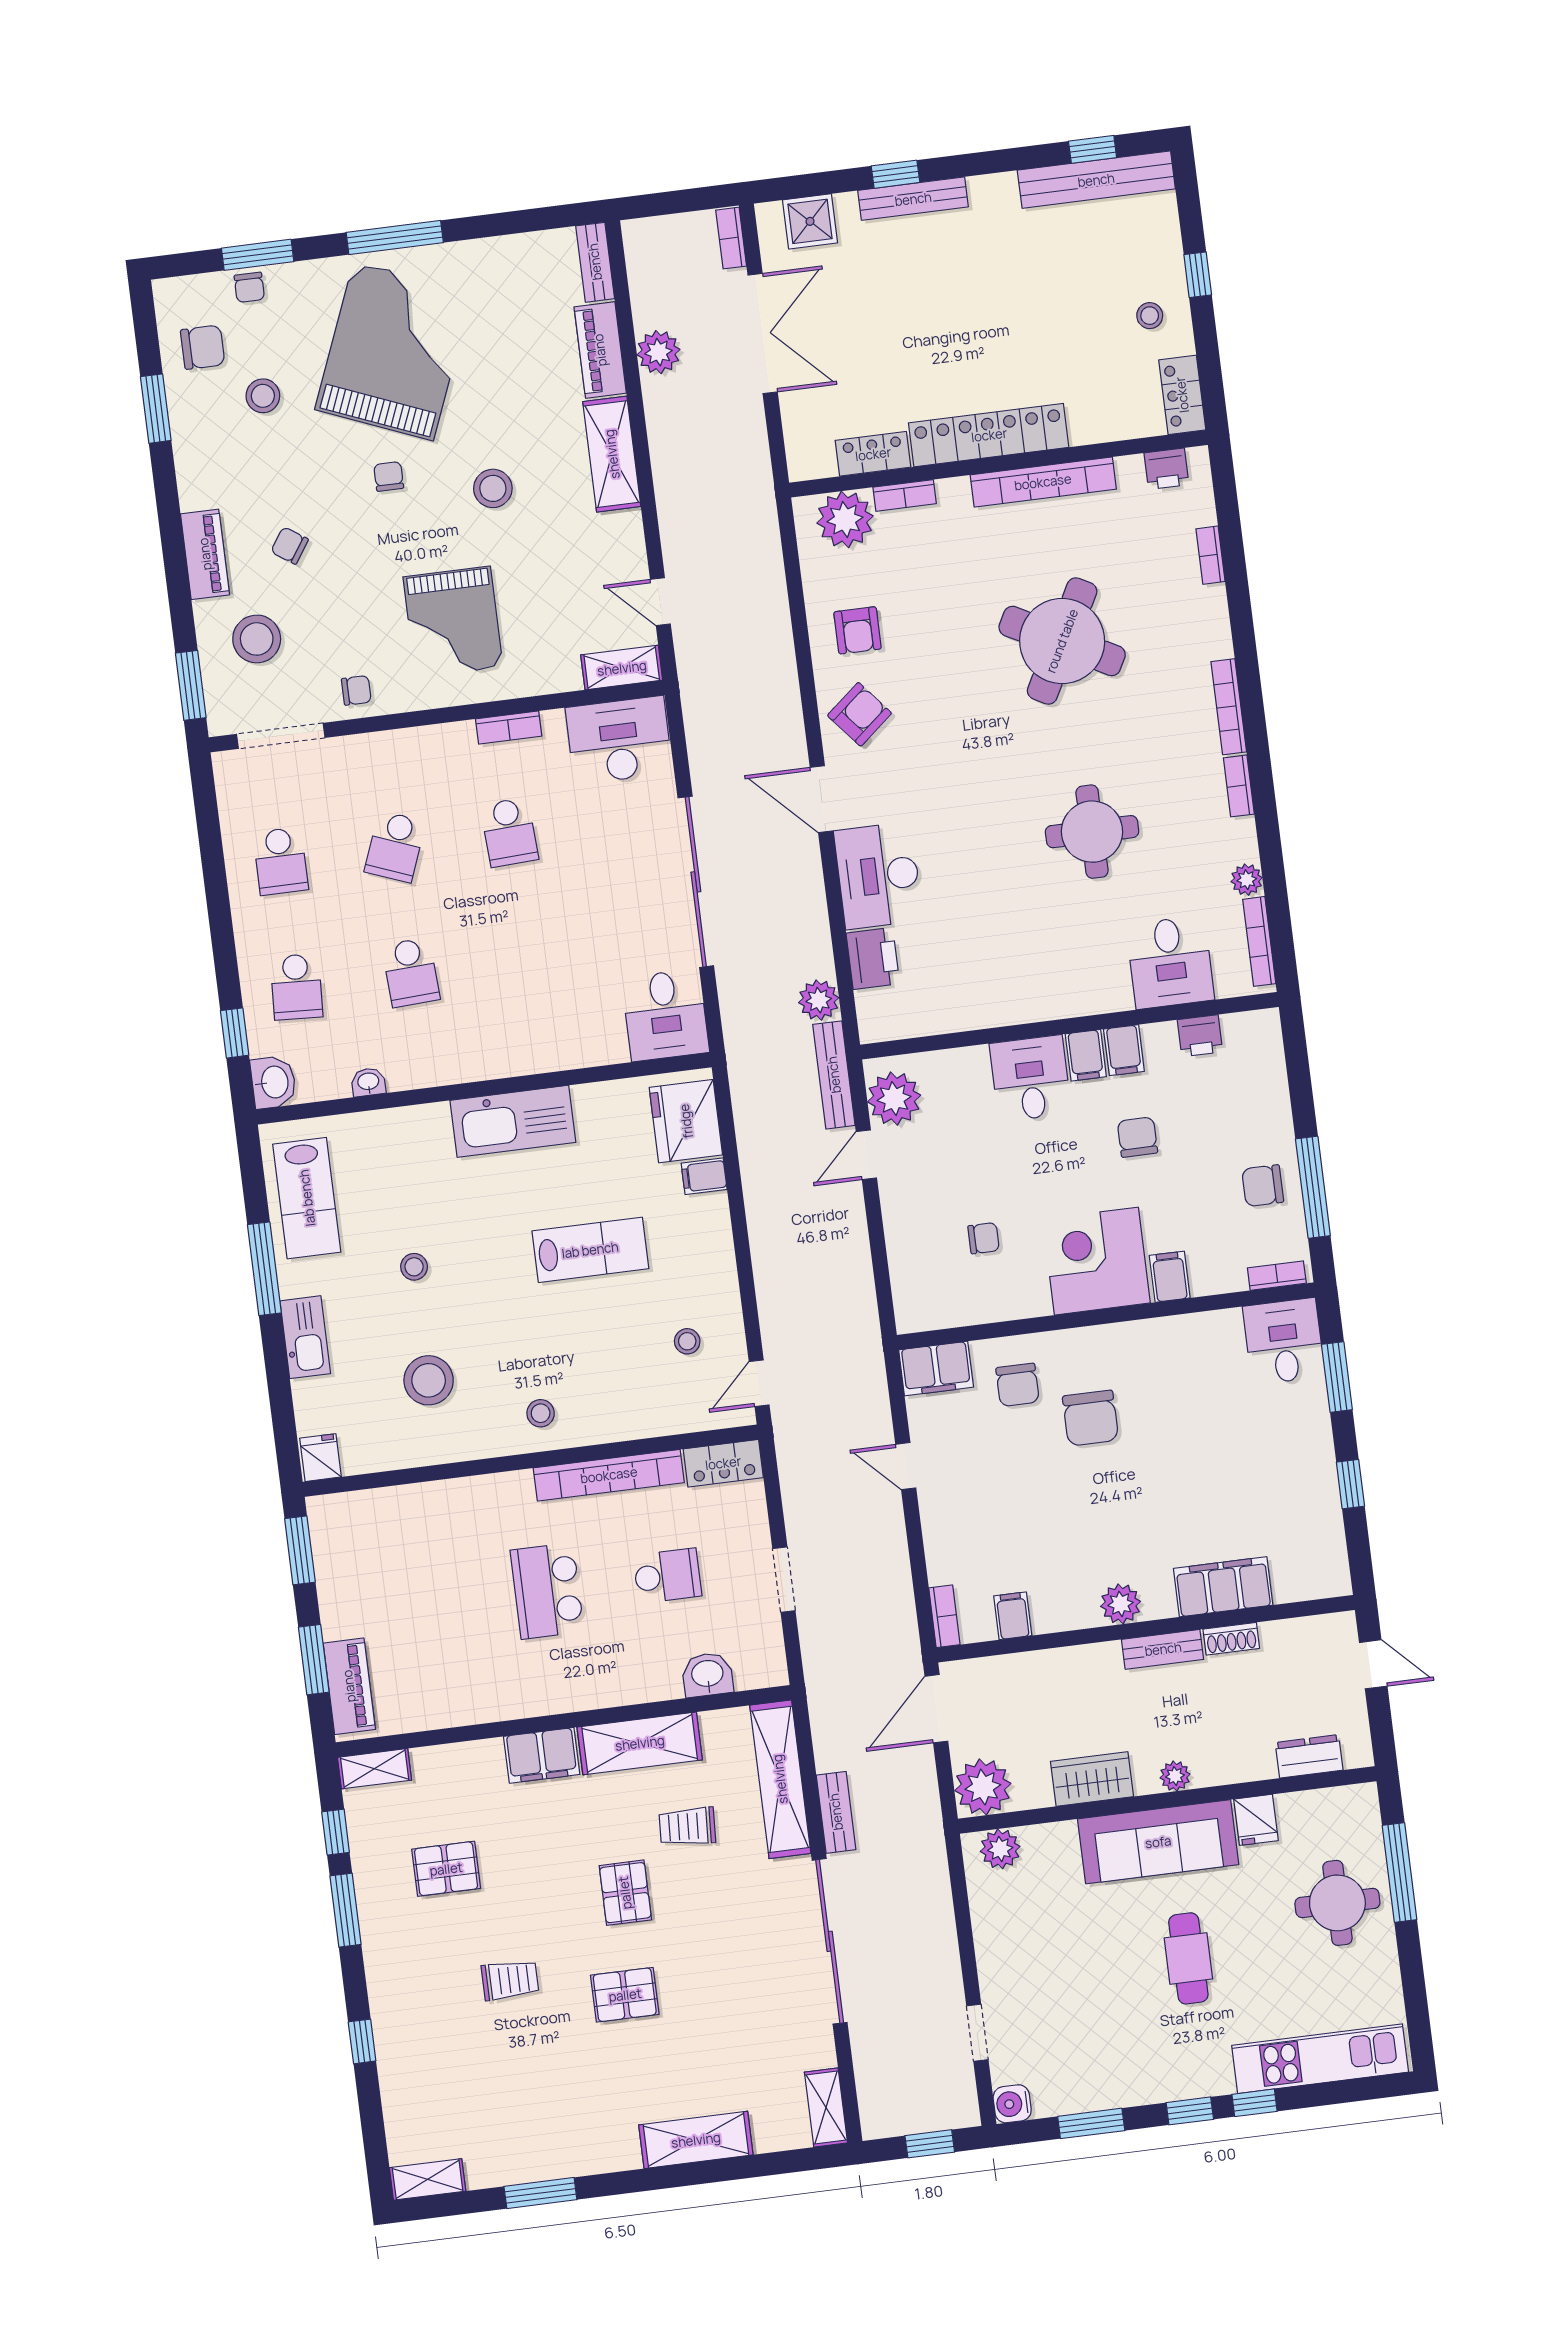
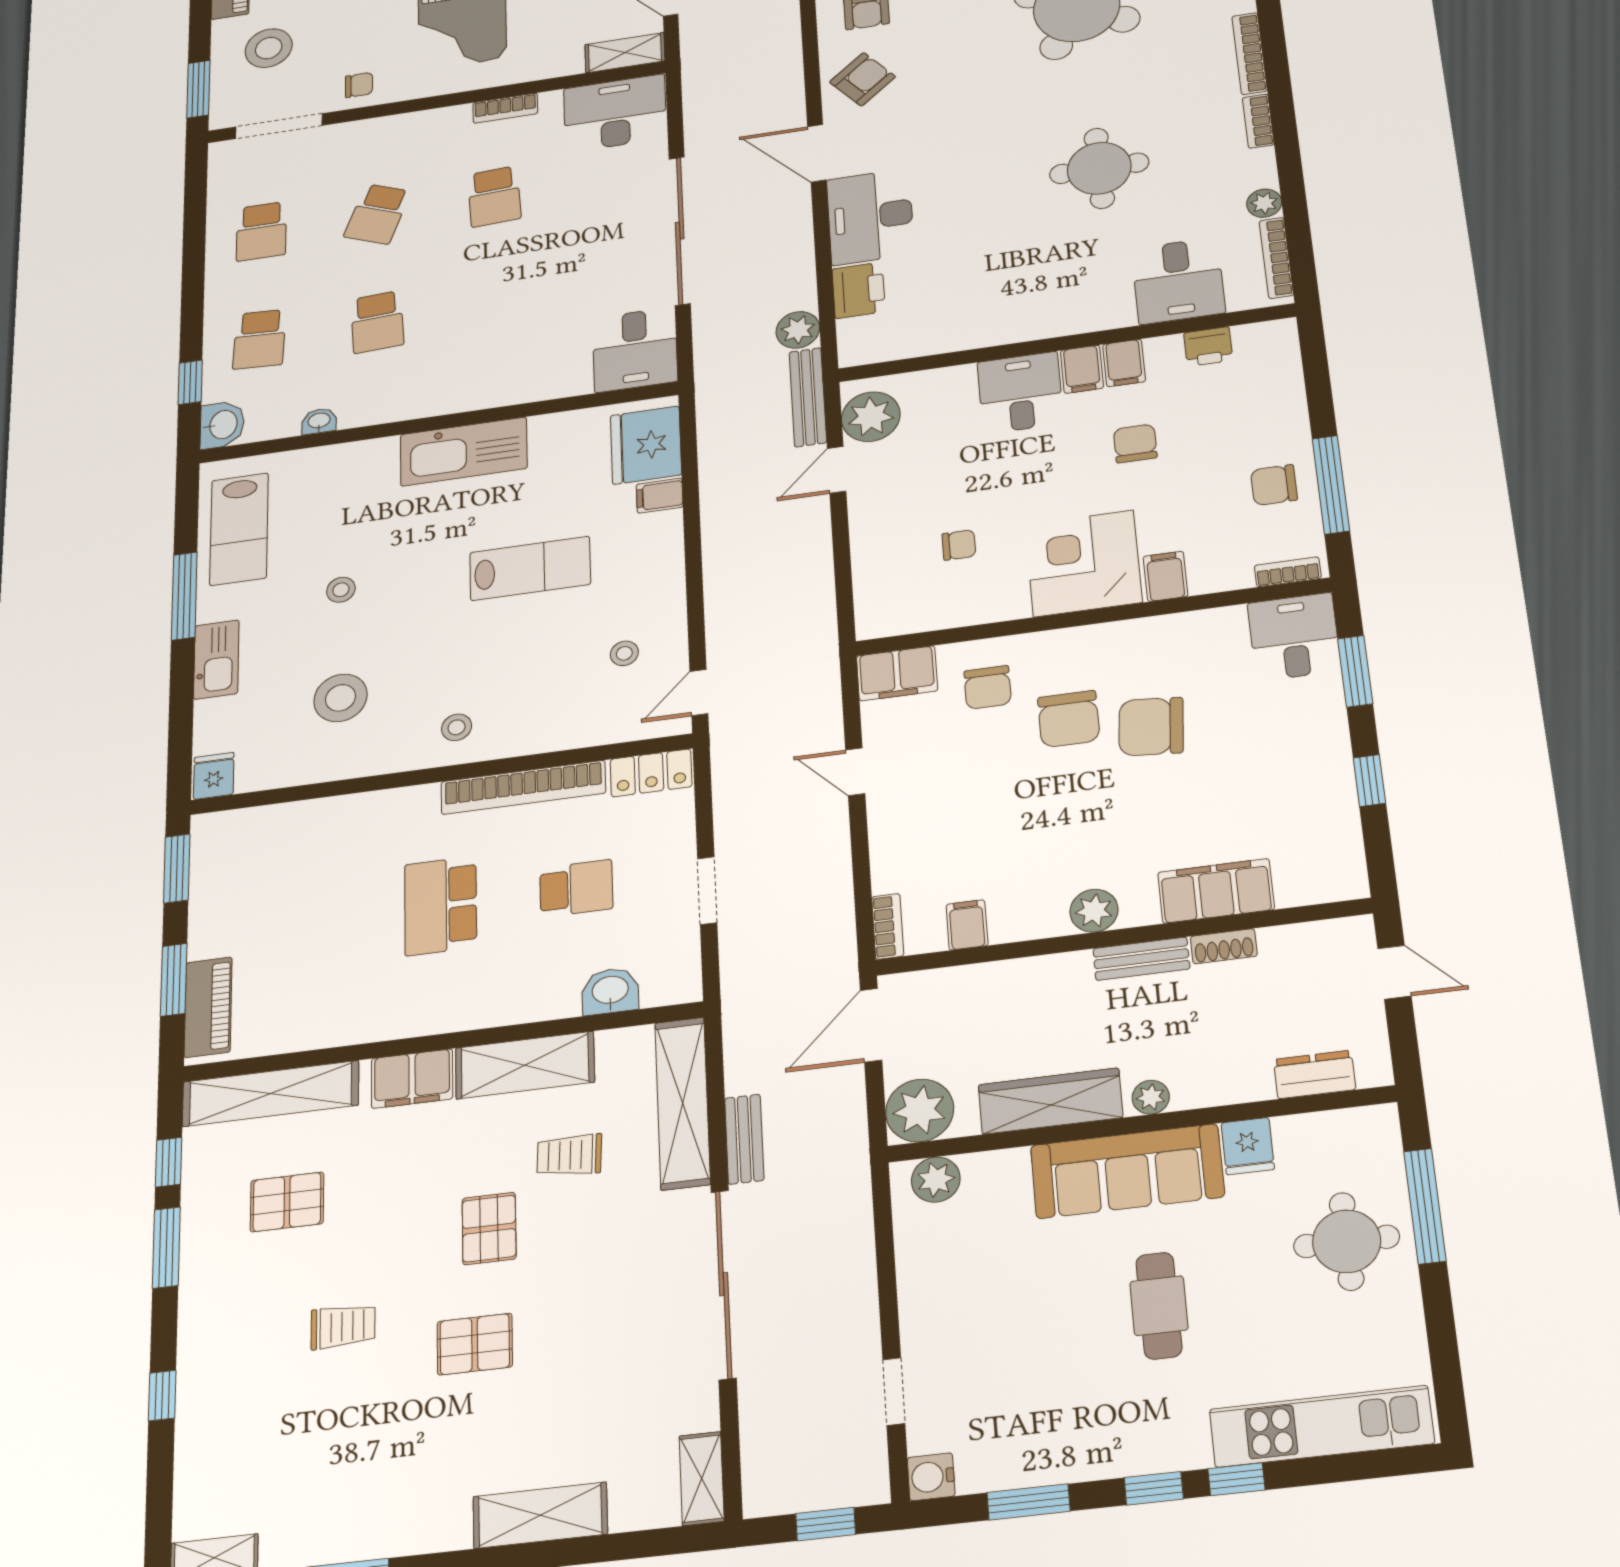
chair: (1162, 1427) -> (1151, 727), added
shelving: (375, 1769) -> (270, 1094), width x2.20, depth x1.33
wardrobe: (1092, 1779) -> (1050, 1101), width x1.50

